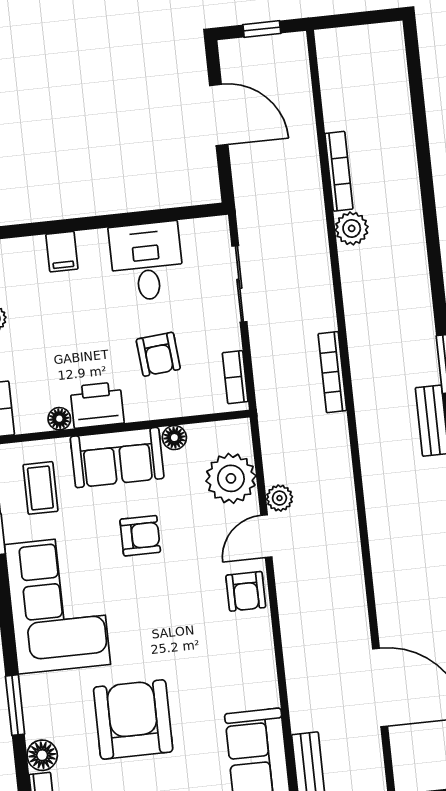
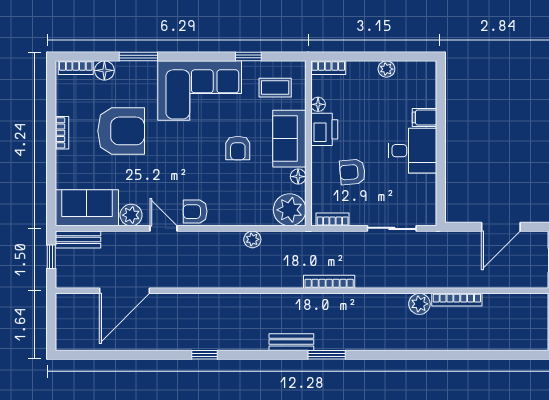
desk: (147, 261) -> (412, 151), moved
plant: (231, 478) -> (290, 210), moved
door: (266, 536) -> (164, 228), moved
plant: (262, 690) -> (131, 215), added

